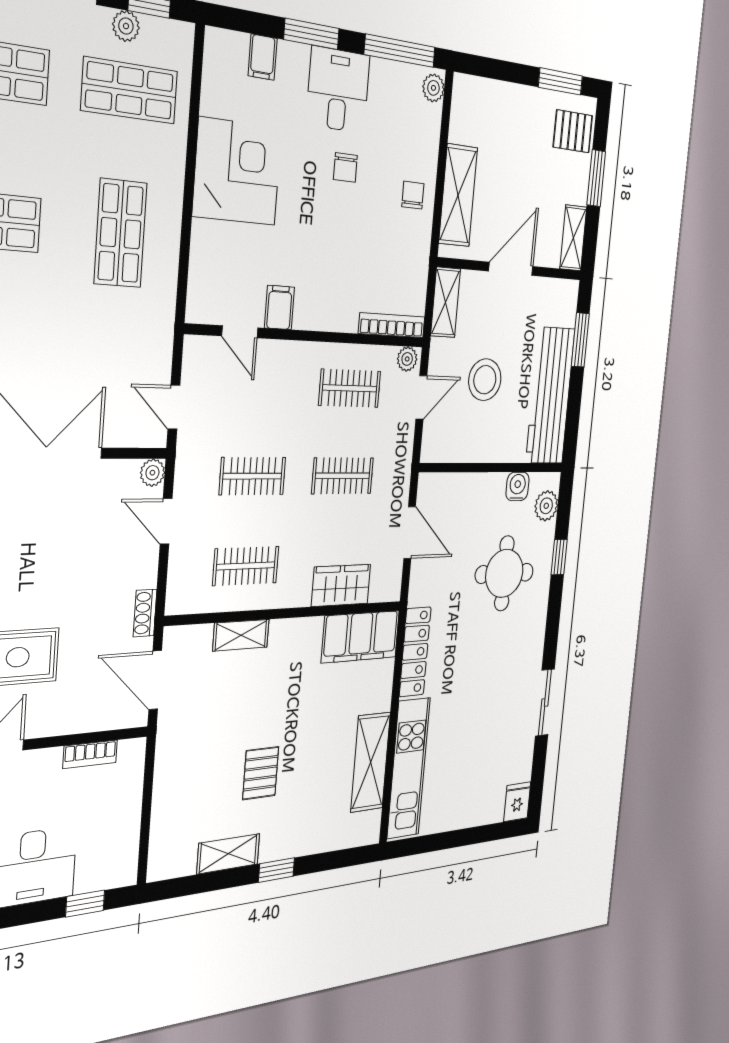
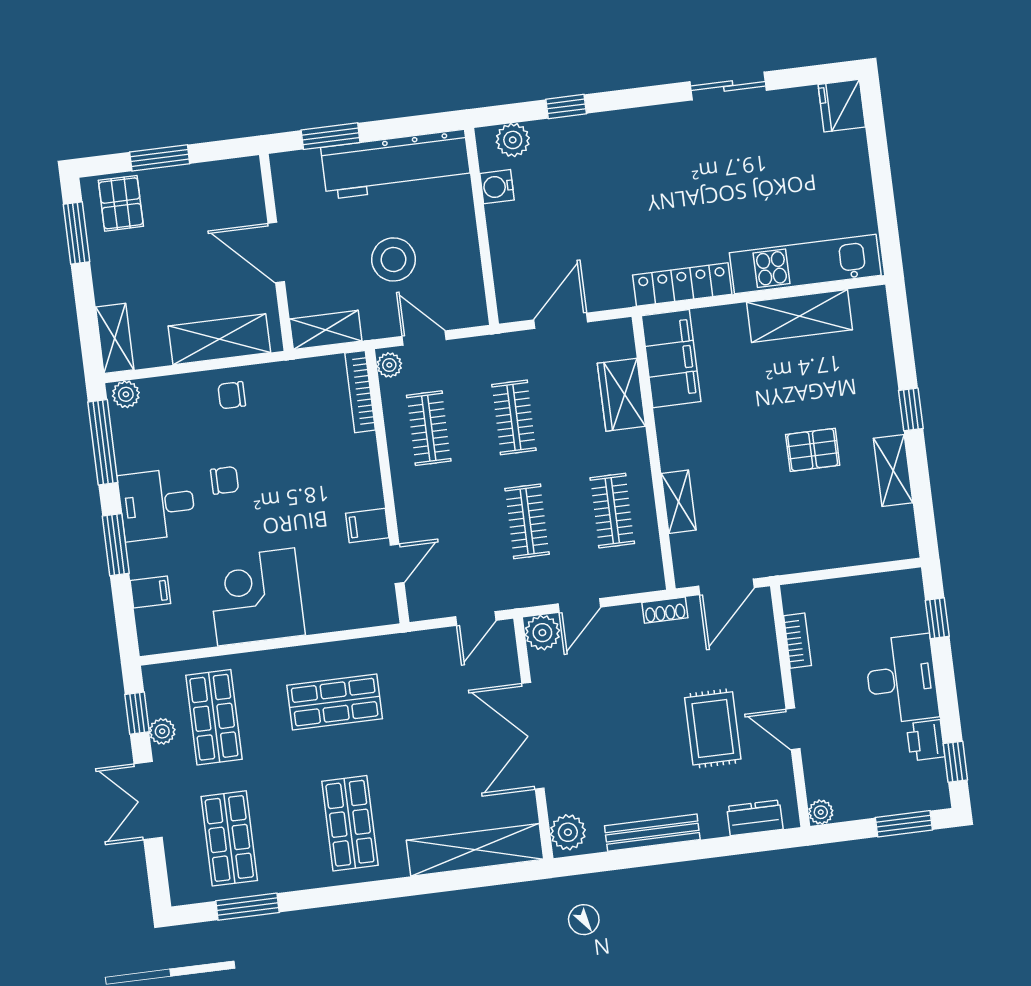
shelving: (573, 238) -> (115, 338), moved, turned 90
plant: (152, 473) -> (542, 633), width x1.38, depth x1.38
round table: (504, 573) -> (591, 182), removed
fridge: (517, 802) -> (842, 106), width x1.38

